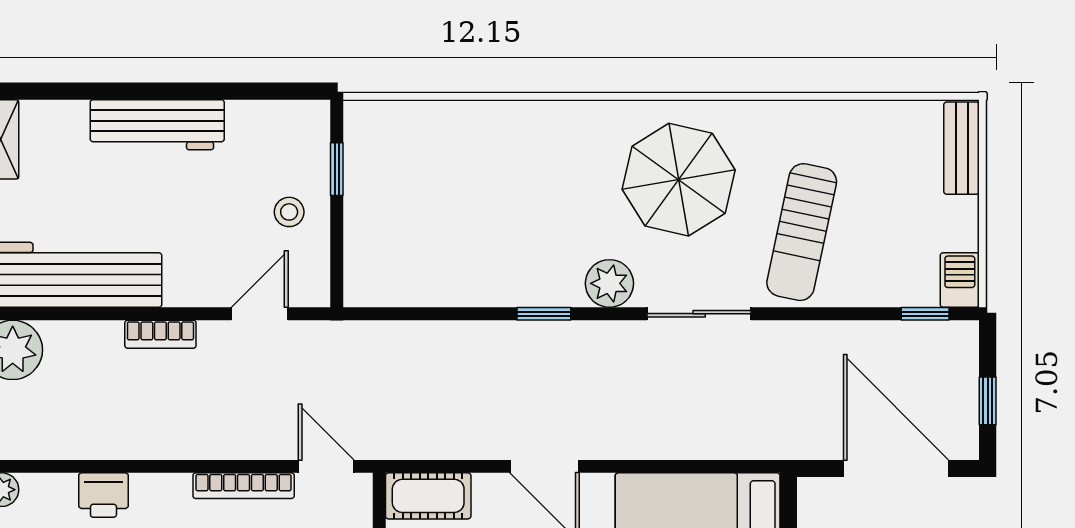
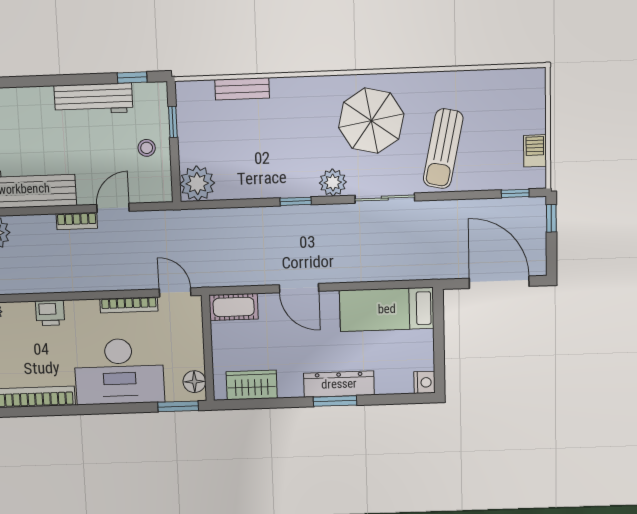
window: (270, 91) -> (132, 77), added
workbench: (157, 125) -> (93, 99), moved
bench: (962, 148) -> (242, 89), moved, turned 90
plant: (374, 277) -> (197, 183), added
barbecue: (960, 280) -> (535, 151), moved
door: (260, 314) -> (113, 208), moved
window: (988, 401) -> (551, 218), moved

